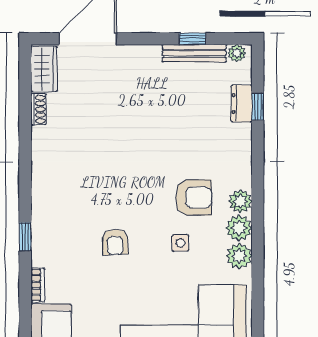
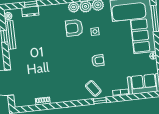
wardrobe: (44, 69) -> (25, 101), removed
armchair: (194, 198) -> (74, 28), turned -90
coffee table: (54, 225) -> (93, 88), added

